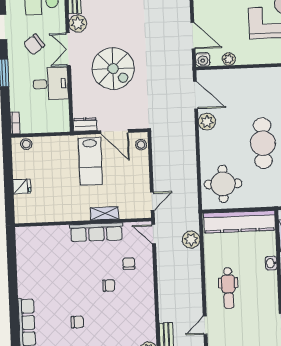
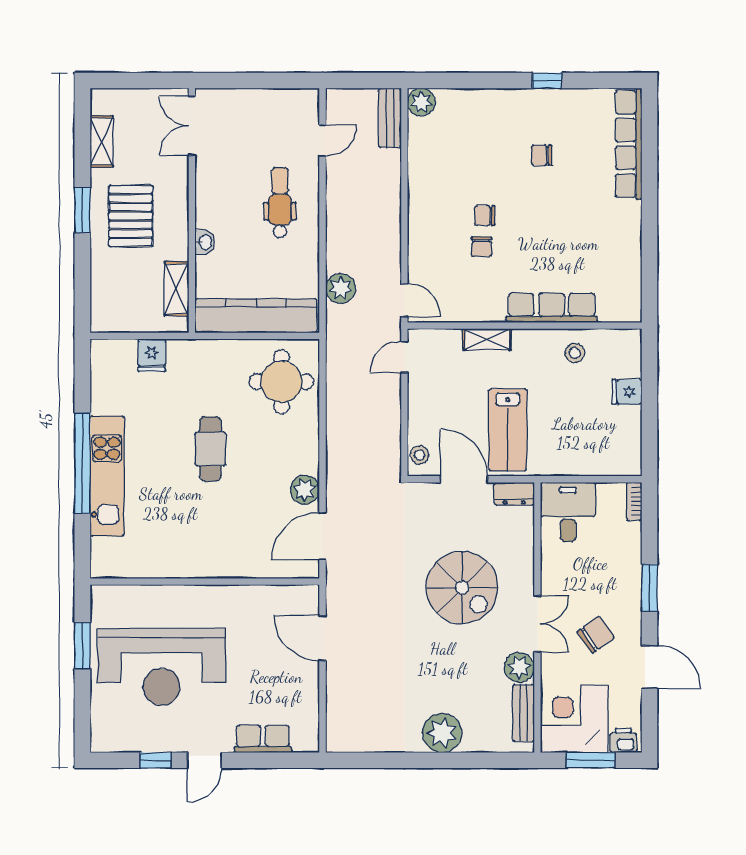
water cooler: (203, 59) -> (307, 597), removed
plant: (229, 59) -> (263, 596), removed
spiral stairs: (113, 69) -> (462, 588), turned 180
desk: (51, 84) -> (568, 512), moved, turned 90
door: (195, 95) -> (322, 536), hinge flipped
cafe table: (263, 143) -> (210, 449), width x0.73, depth x0.74
stool: (26, 144) -> (575, 353), moved
lab bench: (90, 161) -> (508, 430), turned 180
row of seats: (96, 232) -> (551, 308), moved
chair: (129, 264) -> (482, 247), moved

